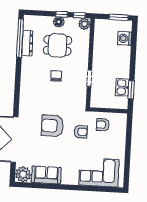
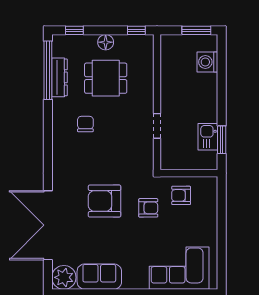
window: (62, 14) -> (74, 30), moved
plant: (84, 24) -> (145, 43), removed
chair: (56, 76) -> (85, 124), moved

